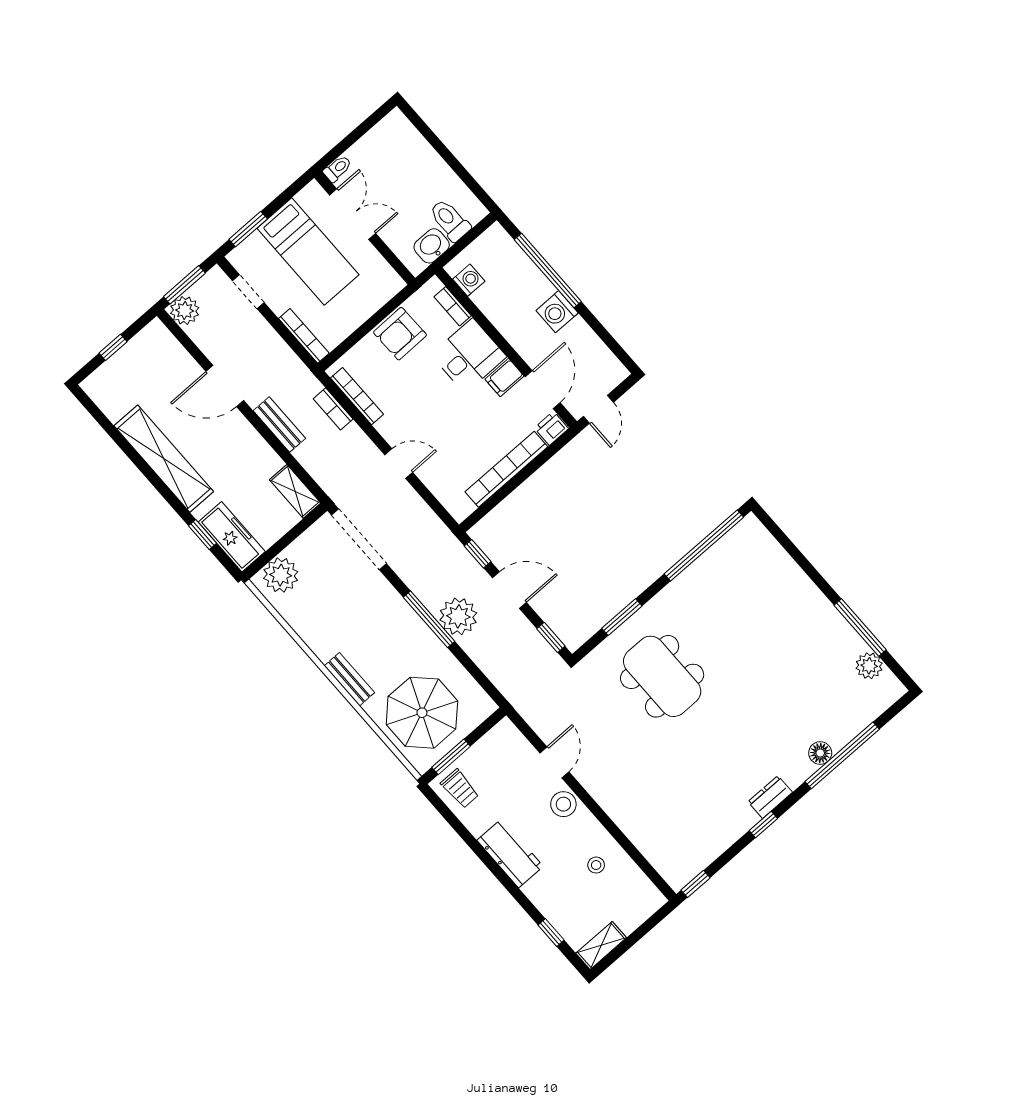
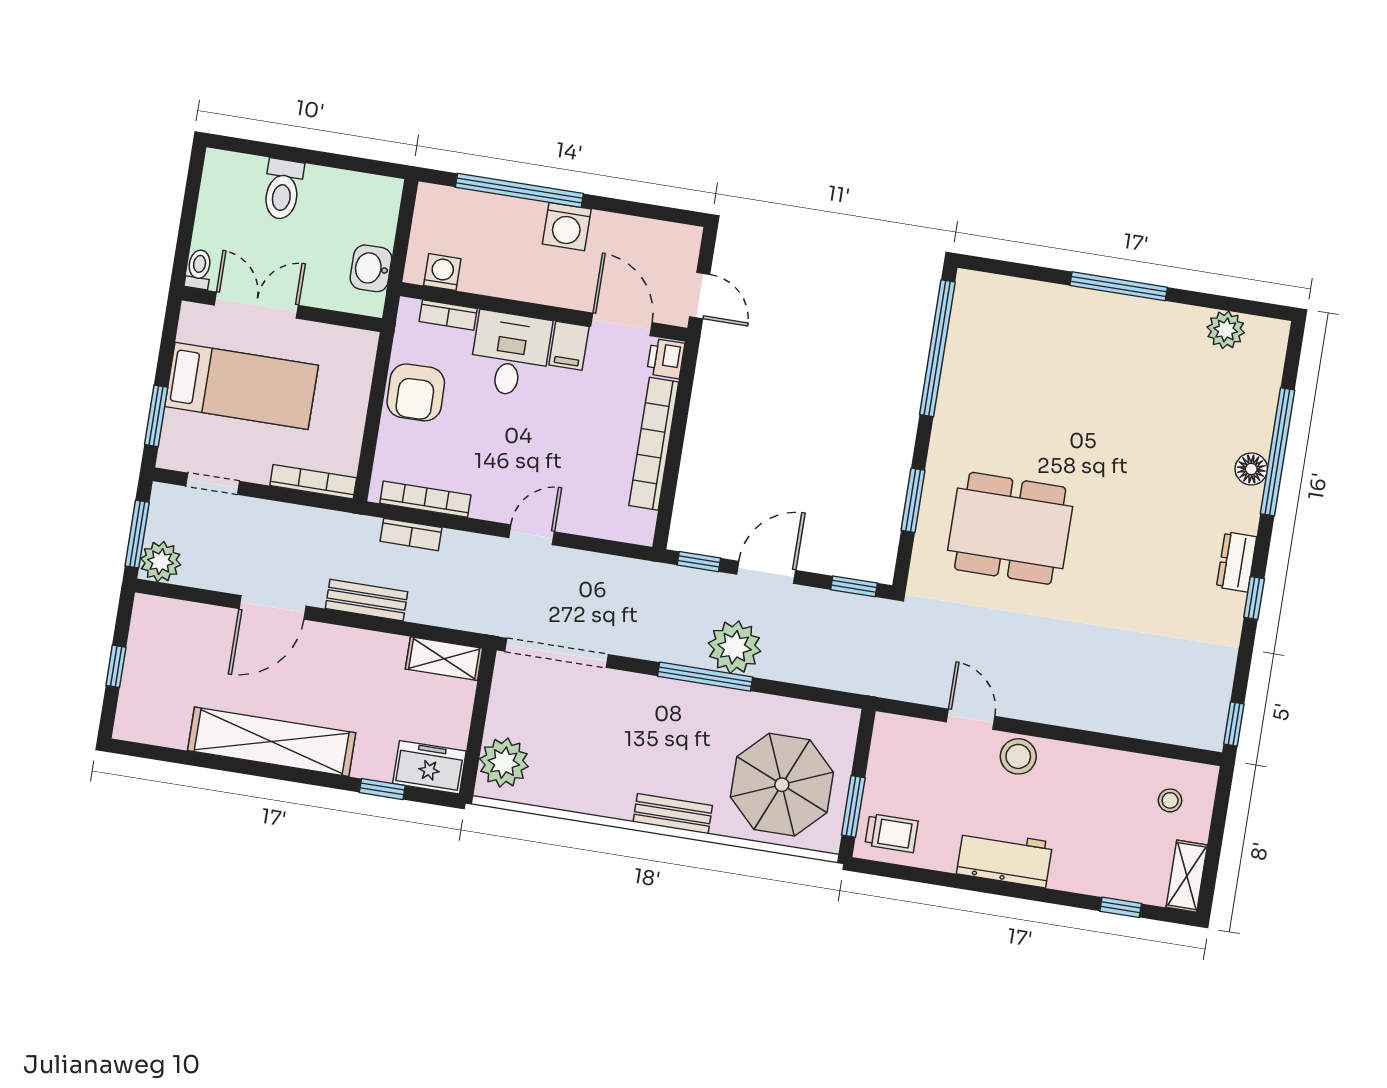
toilet: (450, 220) -> (283, 189), moved, turned -90
freezer: (232, 537) -> (429, 767), width x0.71
window: (860, 628) -> (1119, 286), moved
stool: (596, 865) -> (1170, 800), moved

